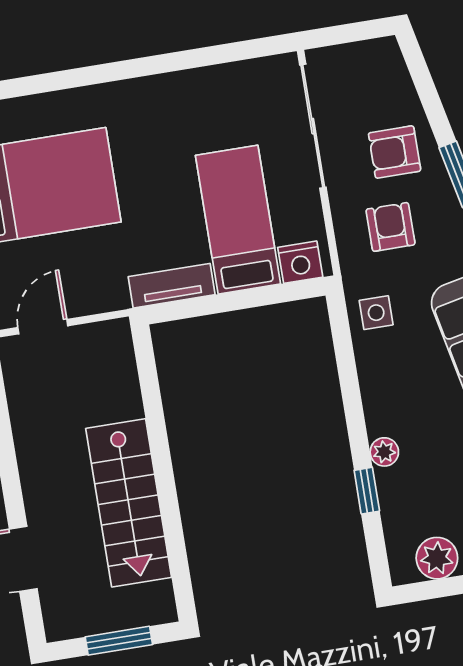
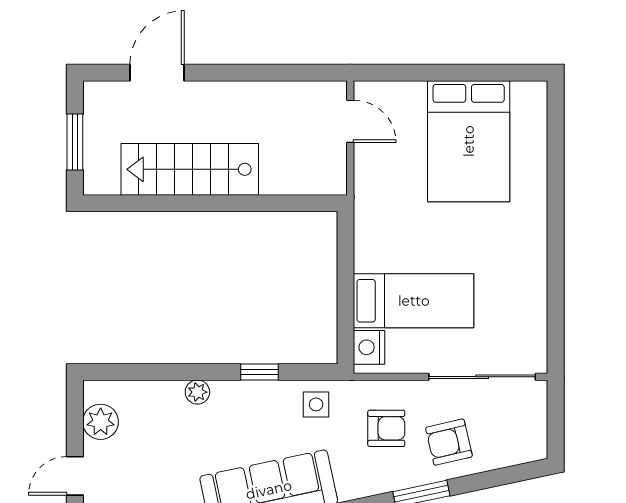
armchair: (395, 152) -> (449, 442), turned -103
tv unit: (172, 286) -> (367, 236), removed
window: (367, 491) -> (260, 372), moved

